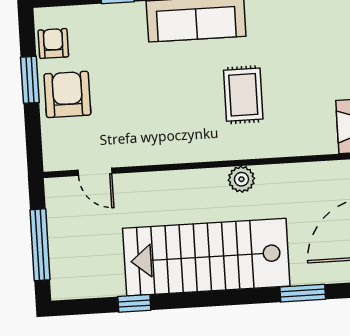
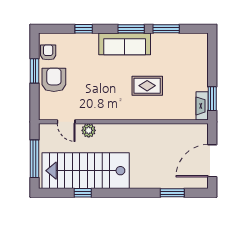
rug: (243, 95) -> (147, 86), turned 90
plant: (241, 179) -> (89, 130), moved
stairs: (206, 257) -> (86, 171), moved

